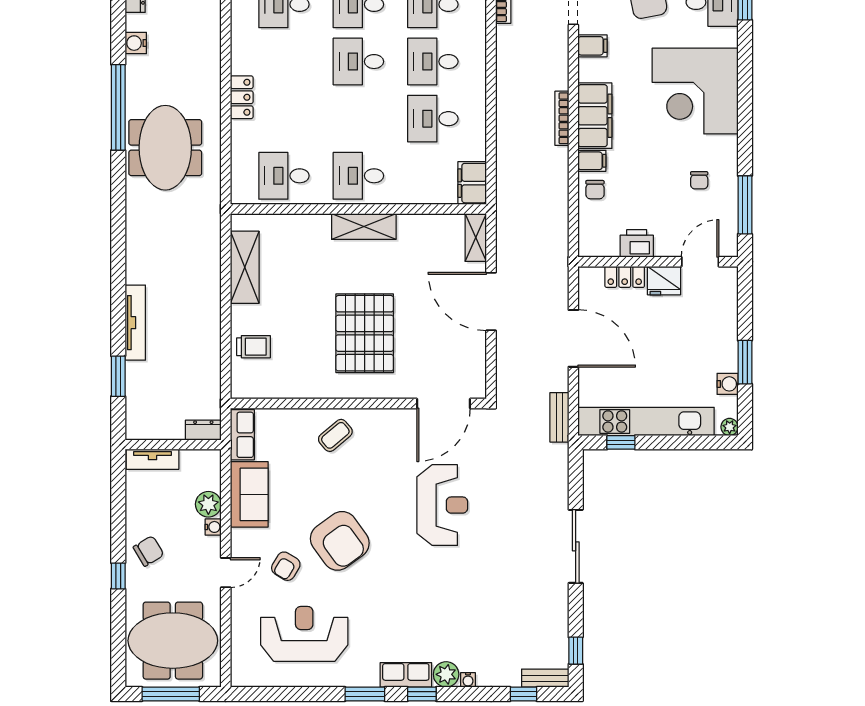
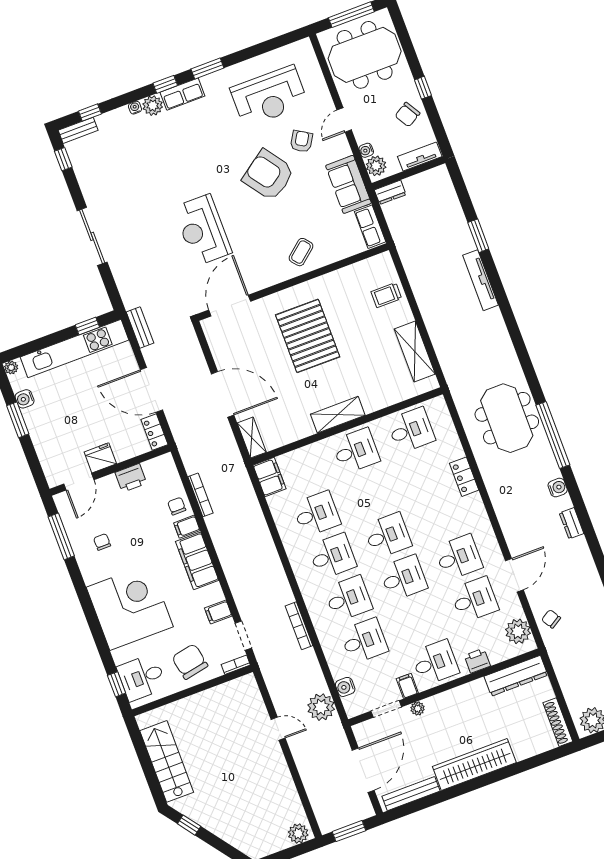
bookcase: (562, 118) -> (200, 495), moved
locker: (625, 277) -> (154, 432), moved, turned -90
dresser: (203, 430) -> (390, 192), moved
wall: (173, 445) -> (409, 173), moved
tv unit: (152, 459) -> (420, 157), moved

